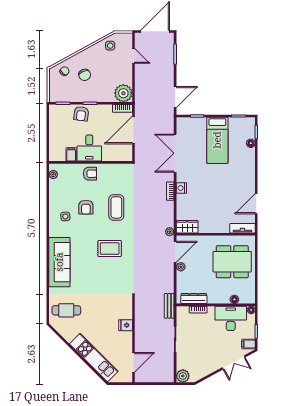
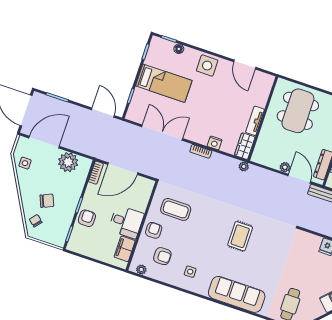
door: (133, 56) -> (44, 142), width x1.87
plant: (123, 93) -> (68, 162), moved
armchair: (81, 114) -> (87, 218), turned -97
door: (133, 130) -> (123, 169), hinge flipped
double door: (175, 153) -> (162, 133), swing flipped
filing cabinet: (71, 154) -> (125, 249), width x2.00
side table: (245, 172) -> (207, 66), added
nightstand: (181, 188) -> (215, 143), moved
armchair: (86, 207) -> (162, 256), moved
coffee table: (116, 207) -> (176, 209), moved
tv unit: (242, 228) -> (255, 121), moved
door: (175, 252) -> (299, 179), moved

